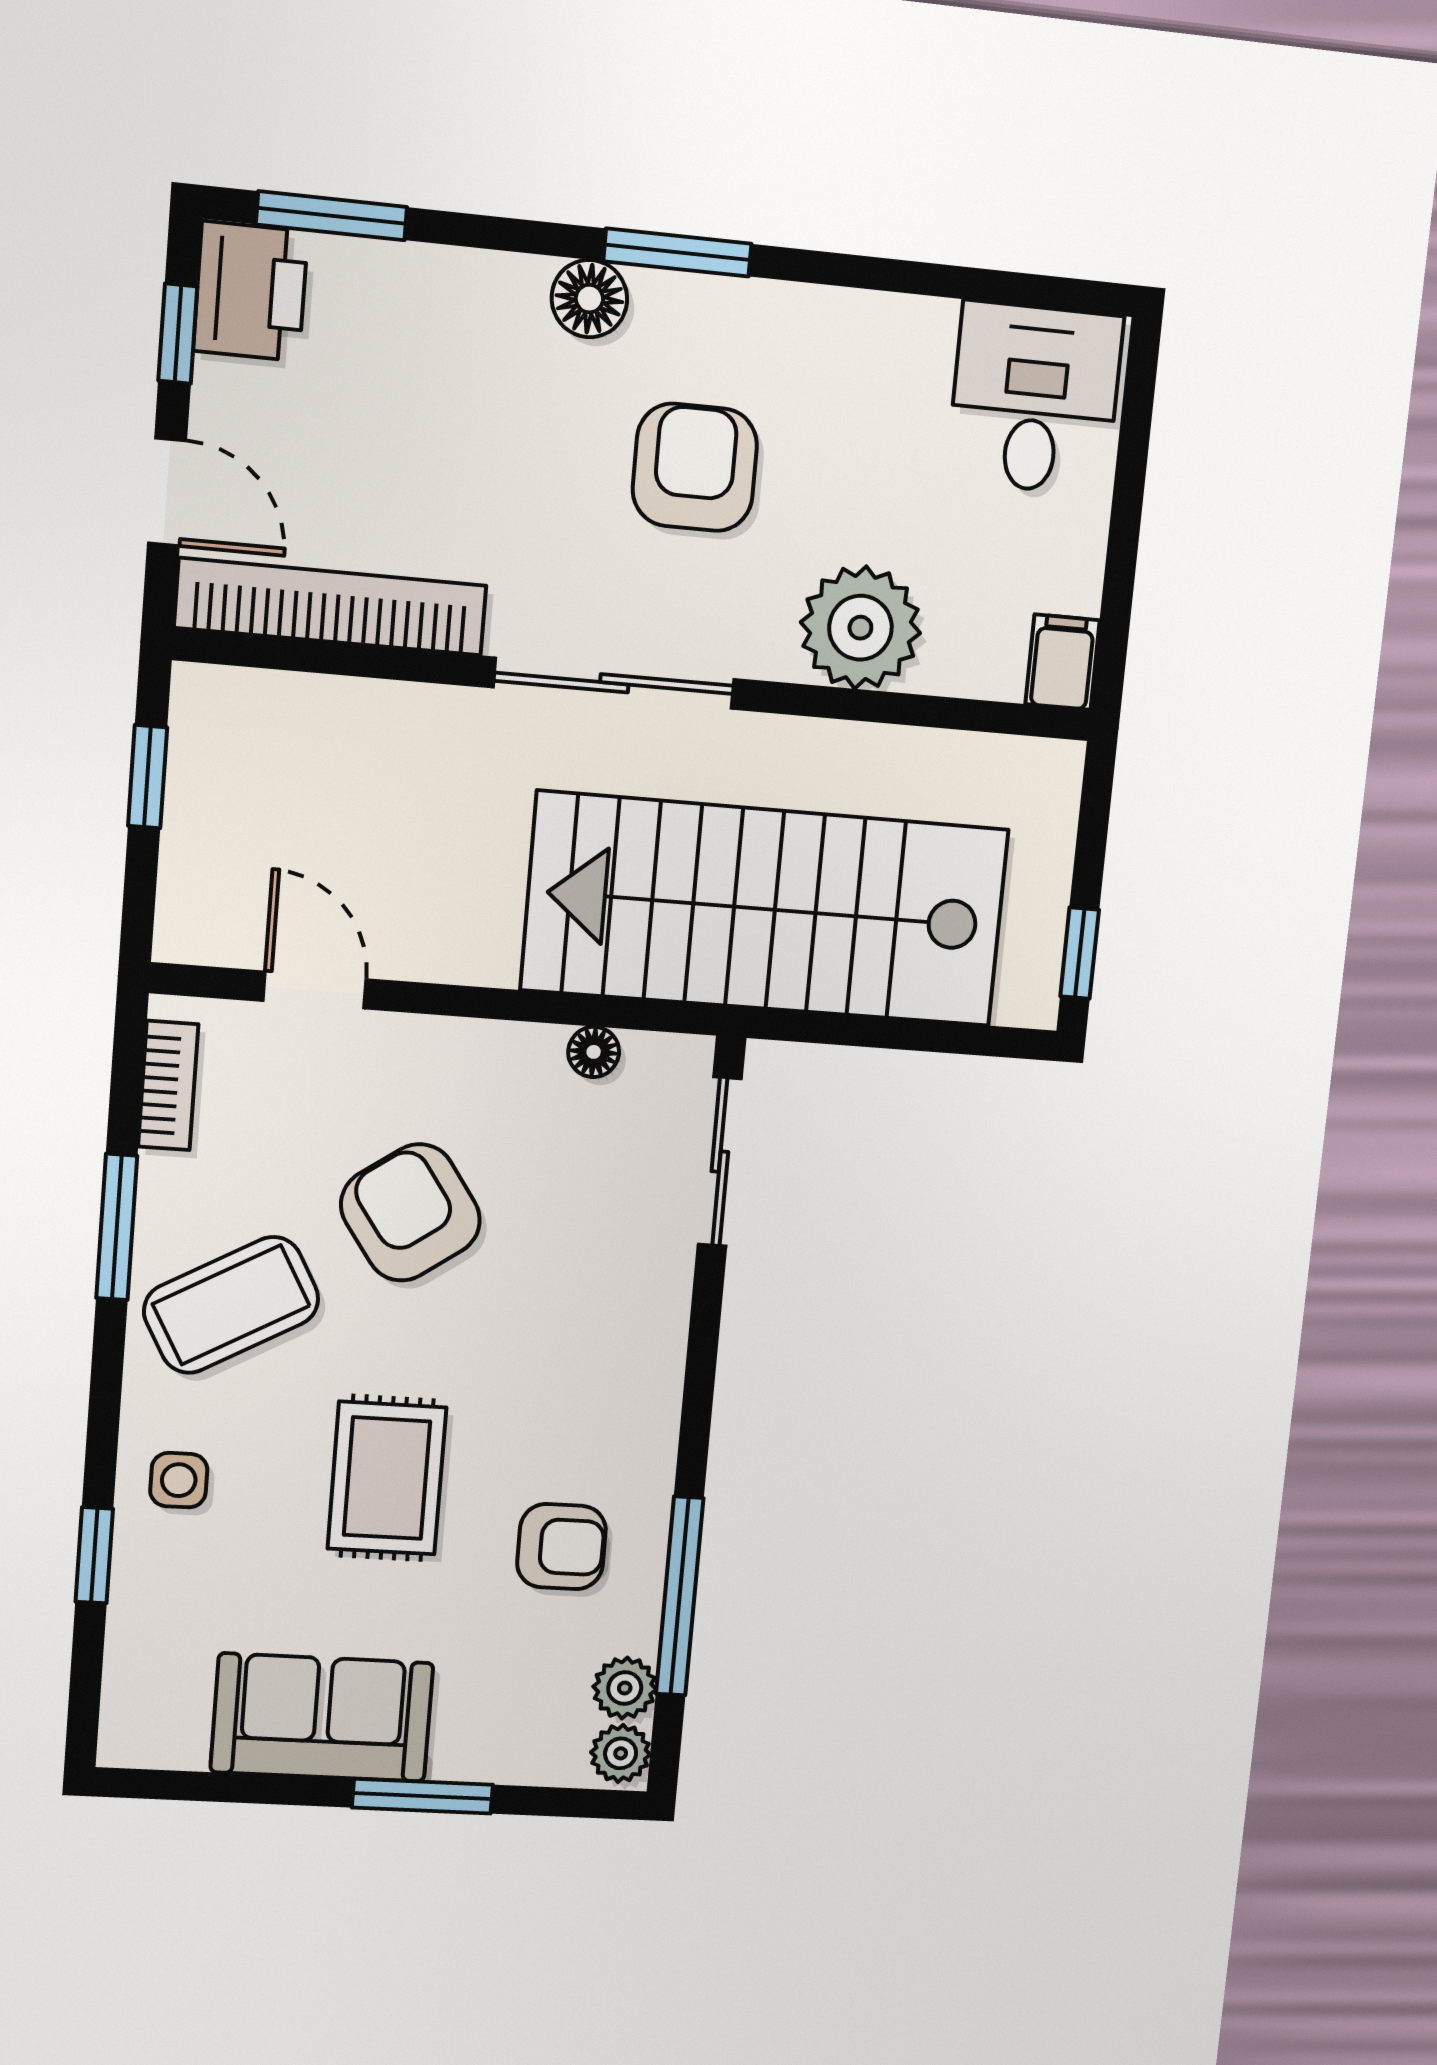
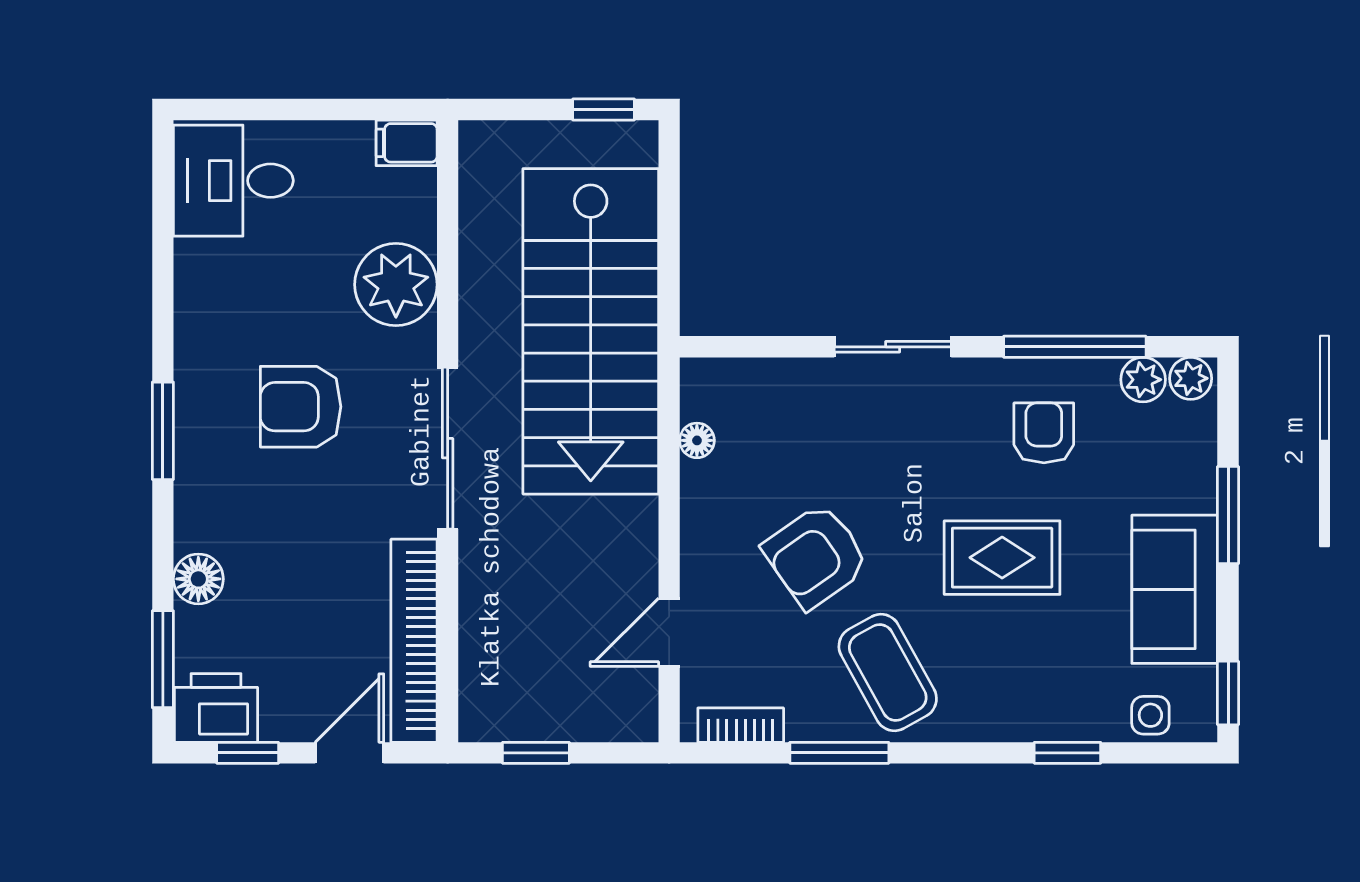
floor lamp: (589, 299) -> (198, 579), moved
sliding door: (720, 1162) -> (893, 347), moved
side table: (179, 1480) -> (1150, 715), moved
window: (166, 1785) -> (1228, 693), added

